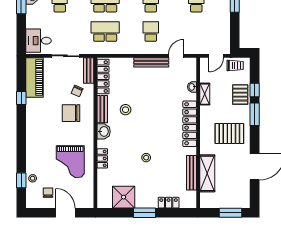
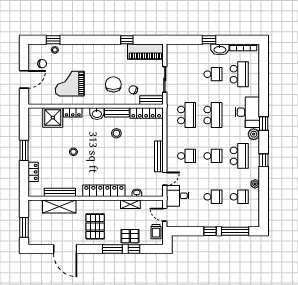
desk: (38, 41) -> (178, 196), moved, turned -90
door: (176, 56) -> (165, 179), hinge flipped
shower: (124, 197) -> (53, 118), moved

